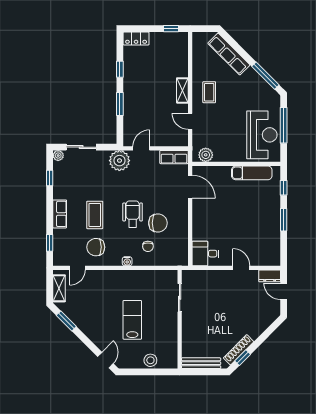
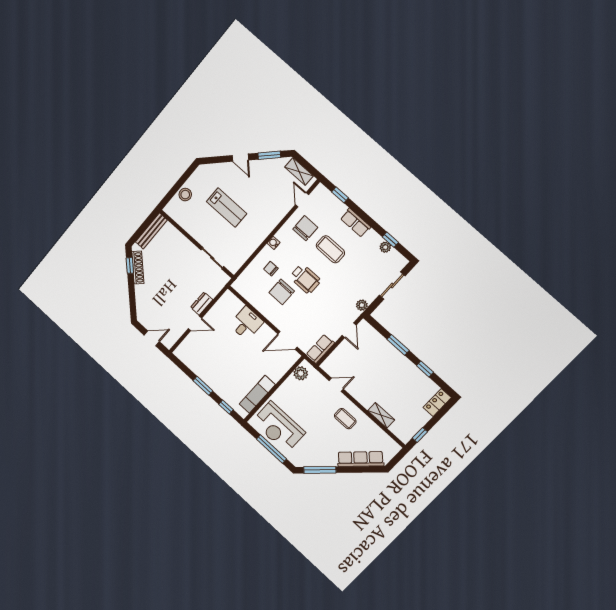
shelving: (182, 90) -> (381, 415), moved
plant: (58, 156) -> (385, 247), moved
plant: (119, 161) -> (362, 305), width x0.53, depth x0.53
desk: (205, 254) -> (246, 323), moved
dresser: (270, 276) -> (202, 304), moved
door: (105, 360) -> (240, 158), moved

